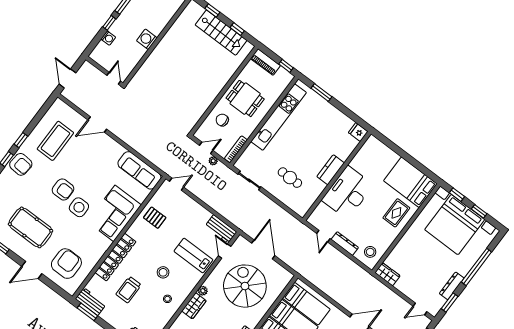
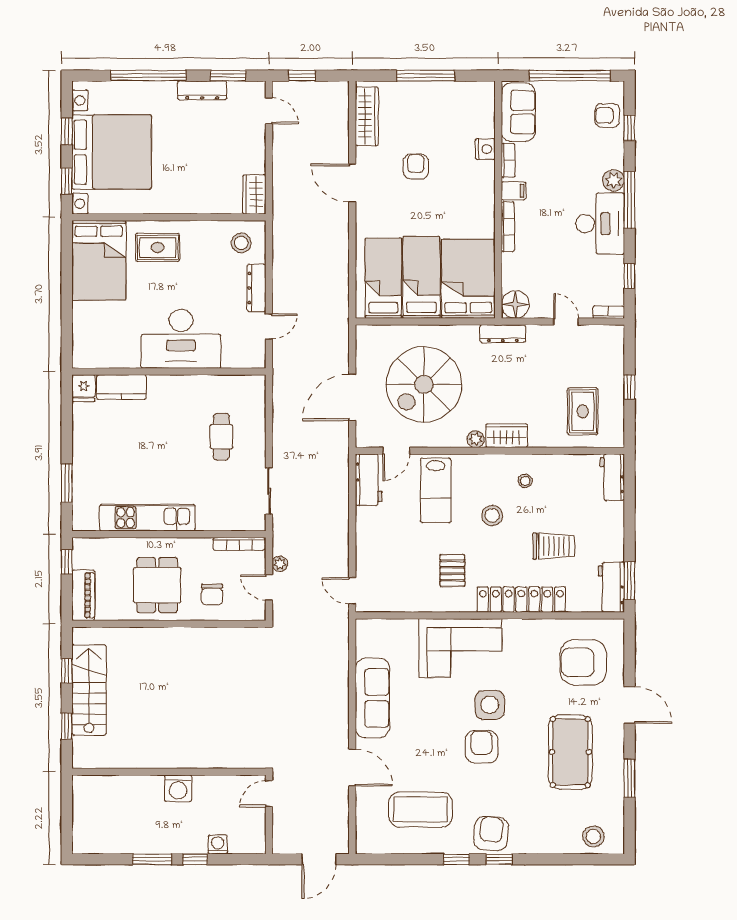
kitchen unit: (279, 117) -> (147, 518), width x0.73
sofa: (139, 170) -> (372, 698), moved
kitchen counter: (331, 170) -> (121, 387), moved
pallet: (155, 218) -> (452, 571), moved

